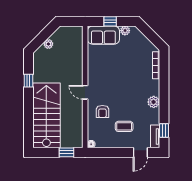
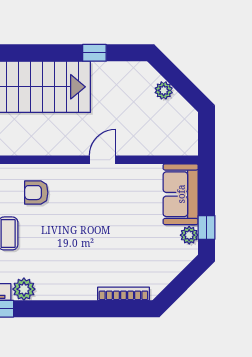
window: (110, 21) -> (207, 227), moved
door: (85, 92) -> (102, 160), moved
plant: (154, 102) -> (24, 289), moved

